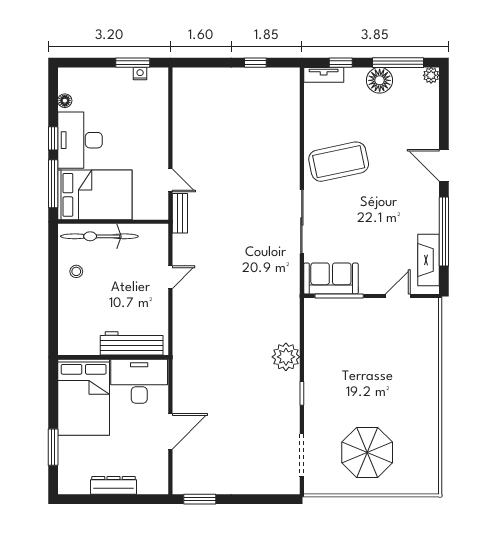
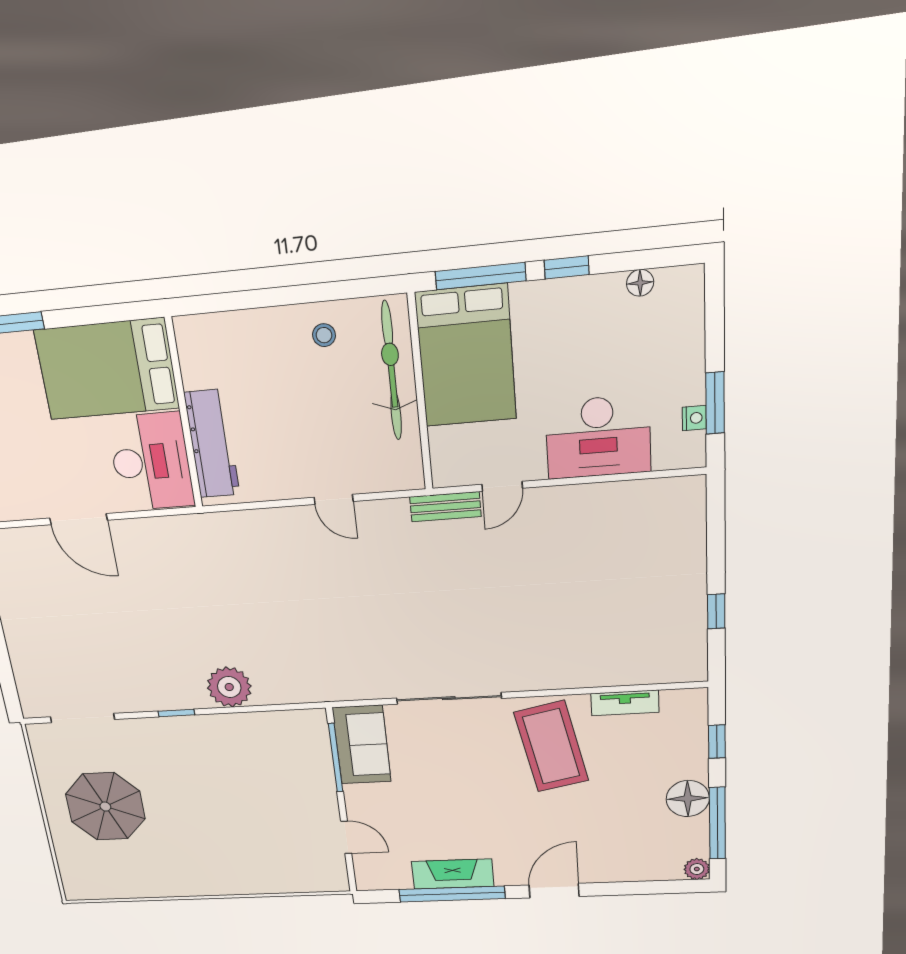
tv unit: (324, 75) -> (625, 703), moved, turned -90
desk: (80, 140) -> (598, 437), moved, turned 180
fireplace: (429, 260) -> (453, 874), moved

